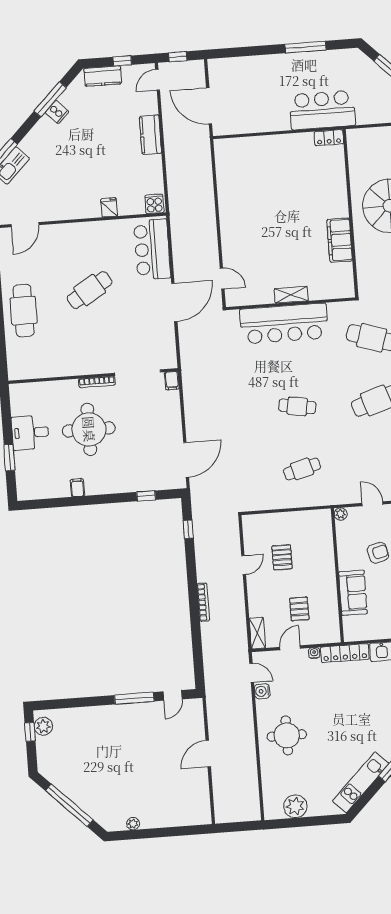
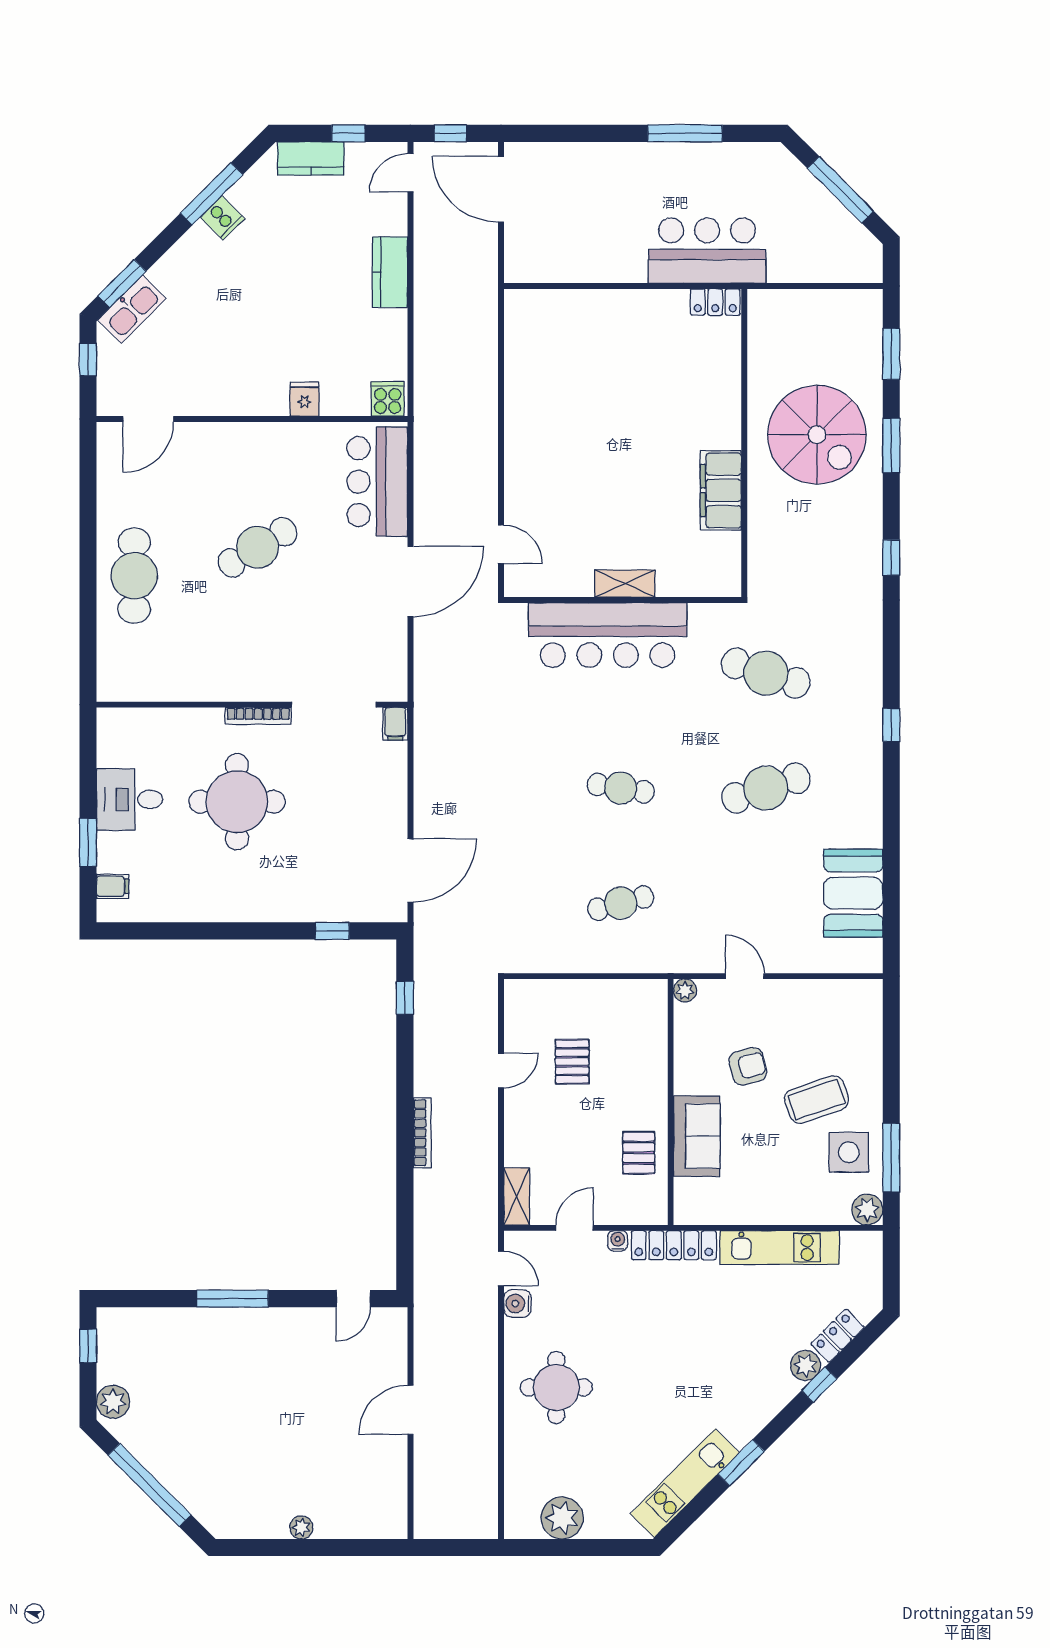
door: (209, 106) -> (501, 189), moved
filing cabinet: (77, 488) -> (113, 886), moved, turned 90
pallet: (299, 609) -> (639, 1153), moved
window: (134, 698) -> (232, 1299), moved
plant: (43, 726) -> (113, 1402), moved
plant: (133, 824) -> (301, 1527), moved

